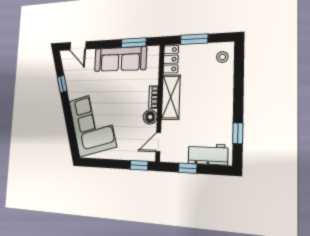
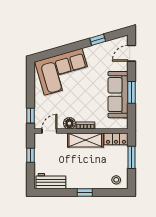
window: (134, 43) -> (131, 92), moved
window: (238, 133) -> (85, 192), moved
door: (158, 142) -> (49, 131), hinge flipped
workbench: (208, 154) -> (51, 181), moved, turned -90

